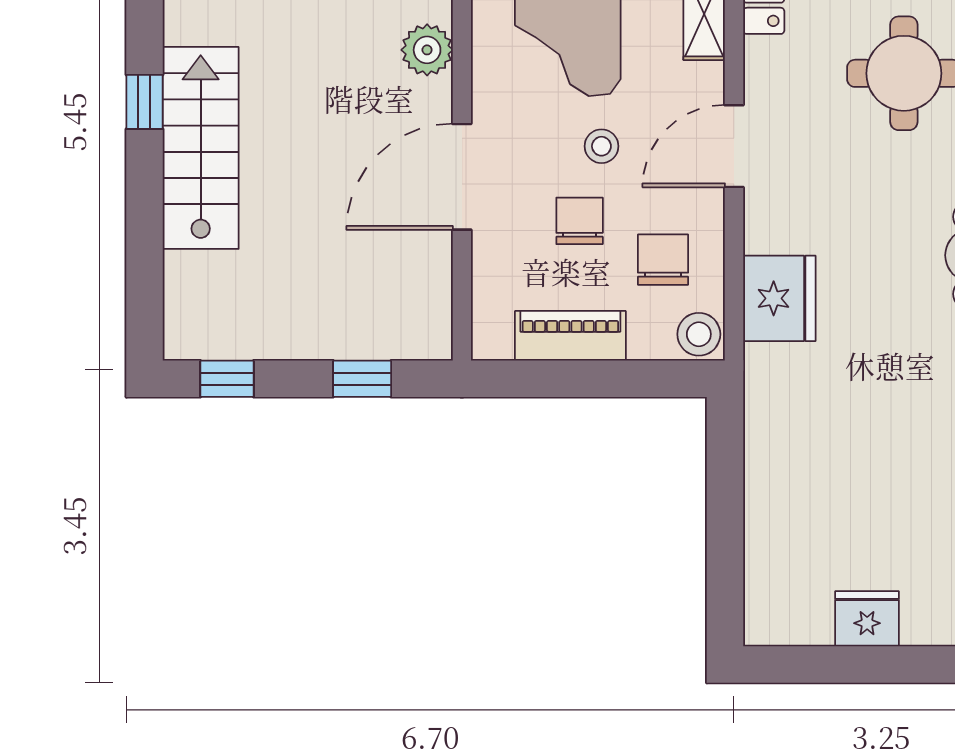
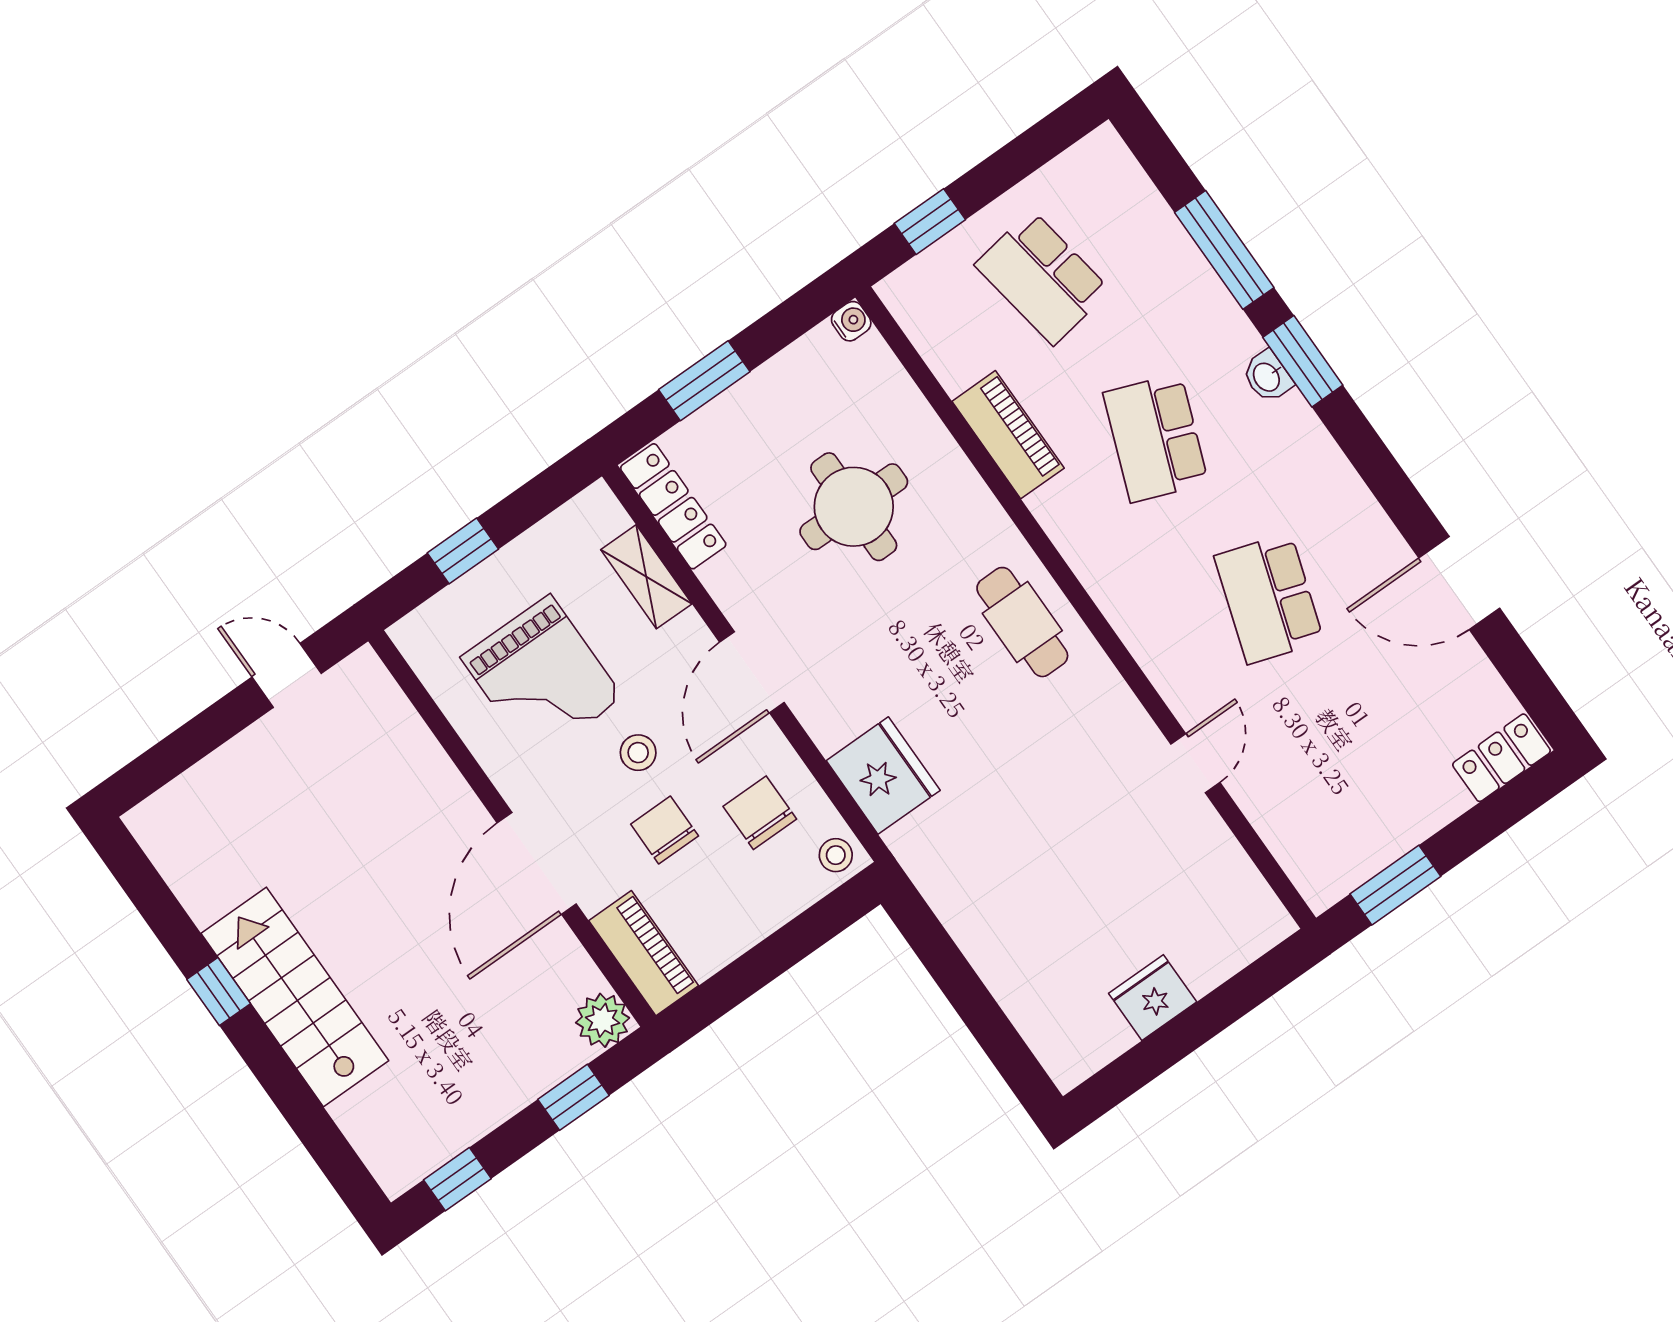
plant: (427, 50) -> (603, 1020), moved
stool: (699, 334) -> (836, 855), width x0.73, depth x0.73
piano: (570, 336) -> (644, 953), moved, turned 90

